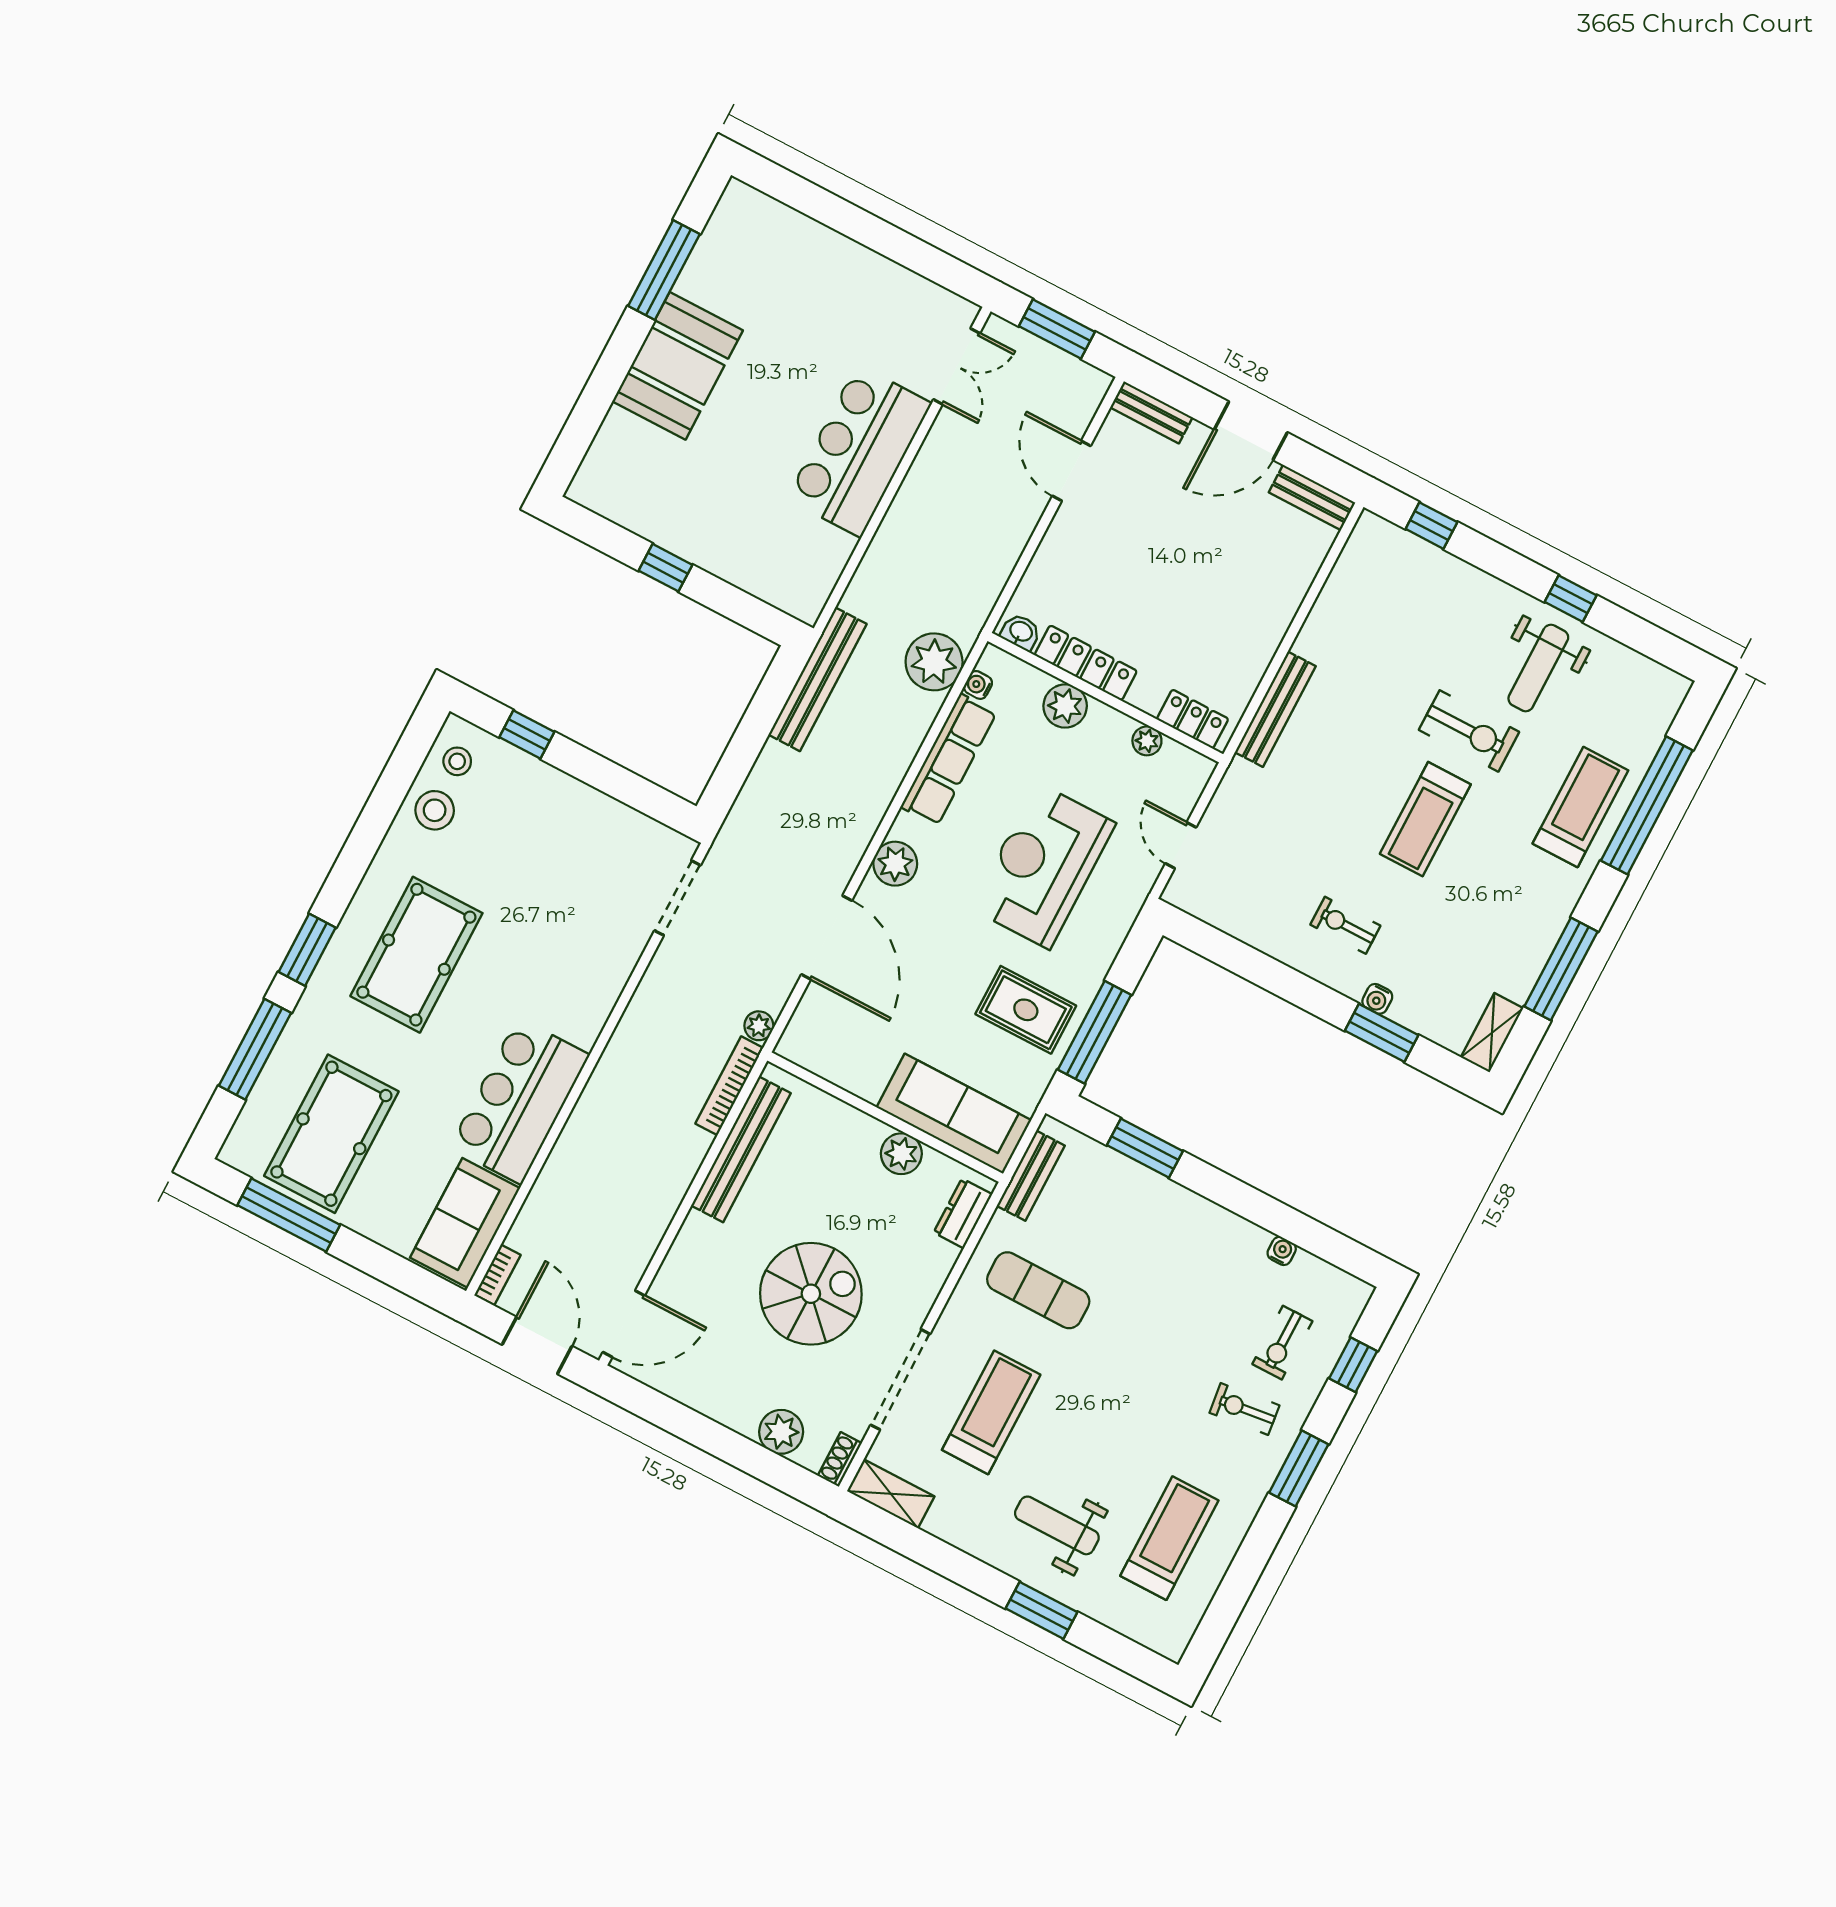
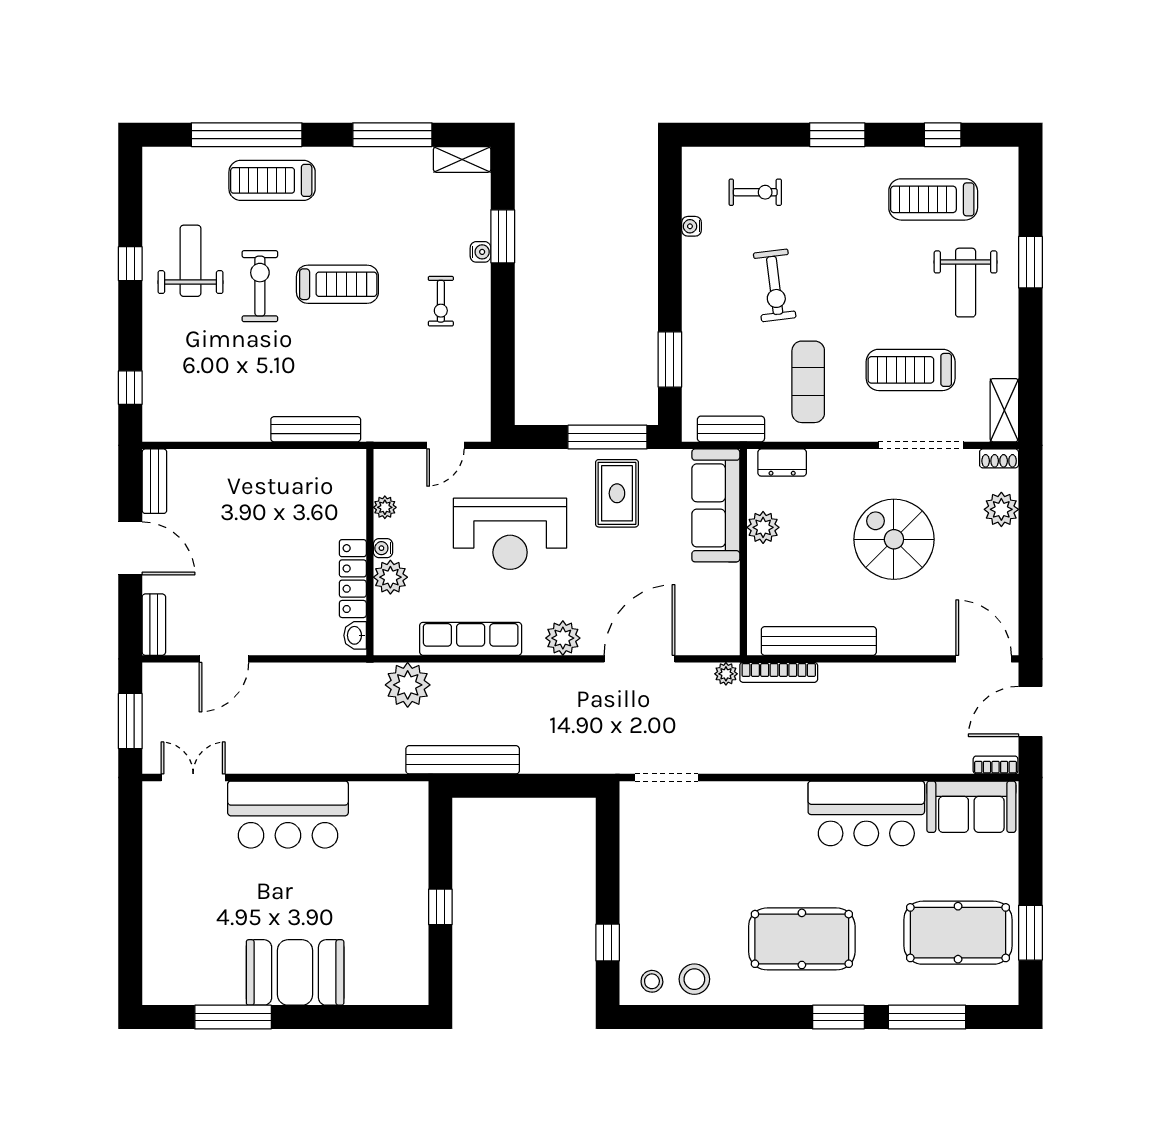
weight bench: (1538, 668) -> (191, 261), turned -90
water cooler: (978, 685) -> (383, 548), moved, turned 90
locker: (1193, 719) -> (353, 483), removed
window: (289, 1215) -> (1030, 933), width x0.69
window: (1353, 1365) -> (943, 135), moved
exercise bike: (1244, 1409) -> (775, 285), moved, width x1.38, depth x1.39

